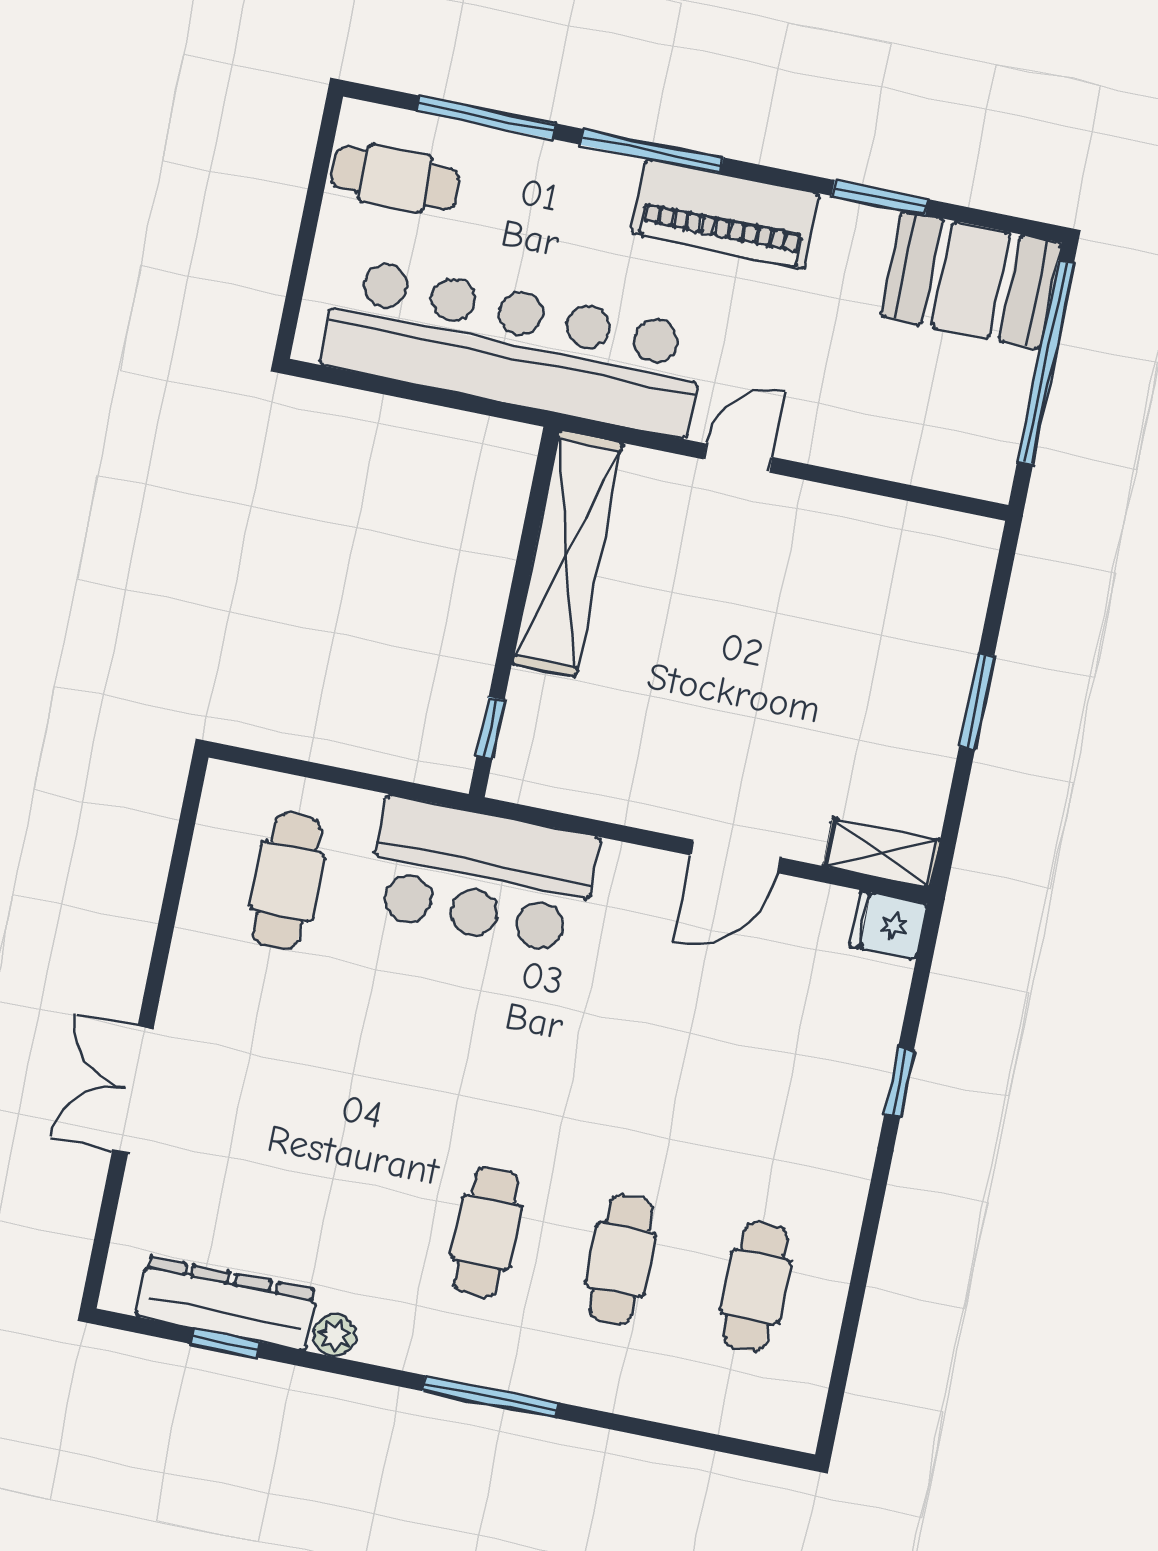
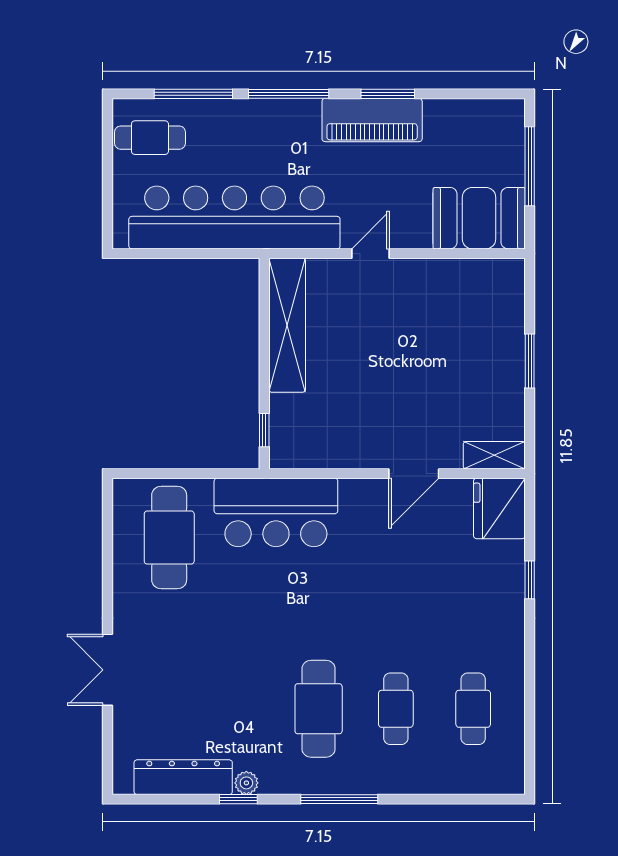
window: (880, 197) -> (388, 94), moved
piano: (725, 214) -> (372, 120), moved
booth: (971, 280) -> (479, 218), moved
window: (1046, 363) -> (530, 166), width x0.68
cafe table: (287, 881) -> (169, 538), width x1.37, depth x1.35
fridge: (888, 925) -> (499, 508), width x1.88, depth x1.34
cafe table: (486, 1232) -> (319, 709), width x1.37, depth x1.35
window: (225, 1343) -> (238, 799), moved

